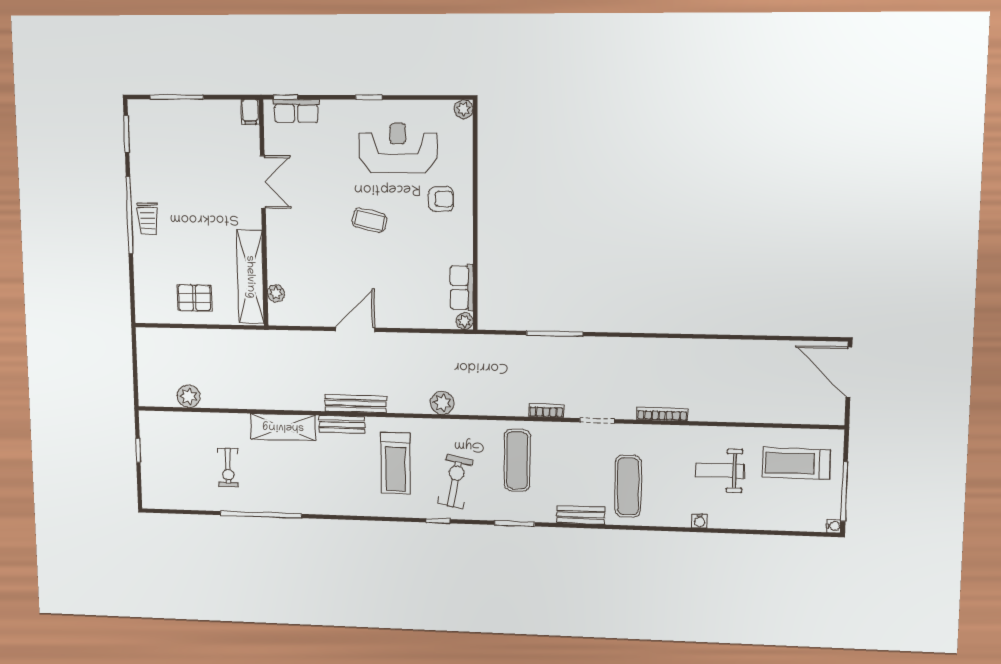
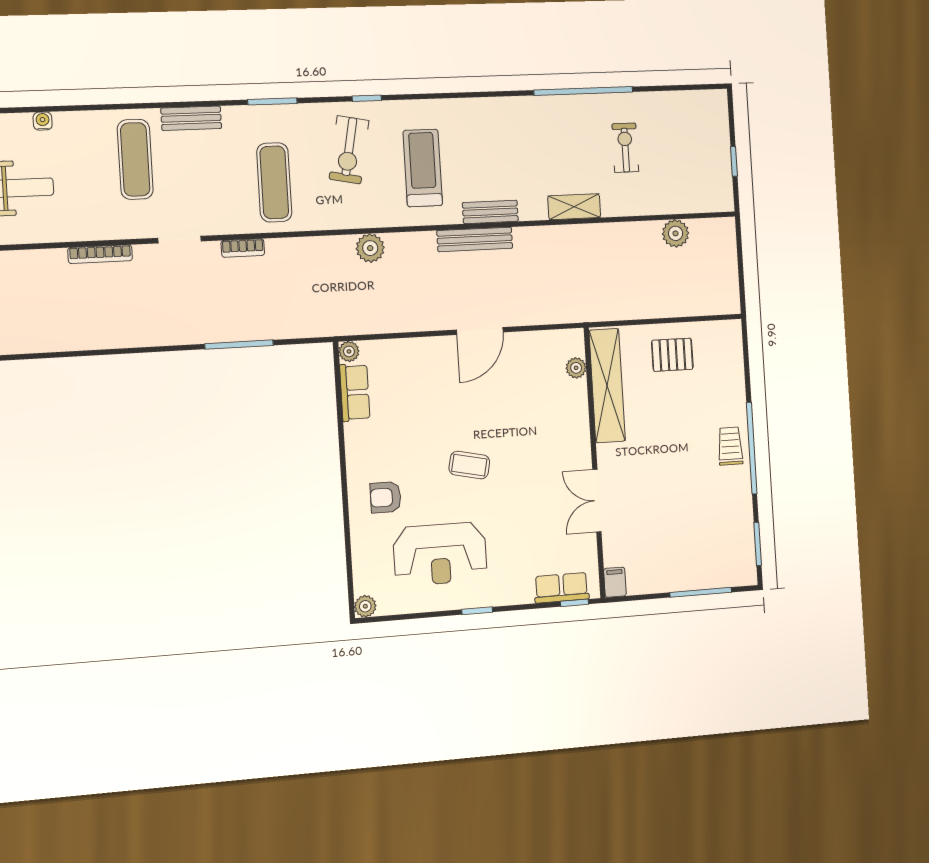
shelving: (283, 427) -> (574, 207), width x0.67, depth x0.75

